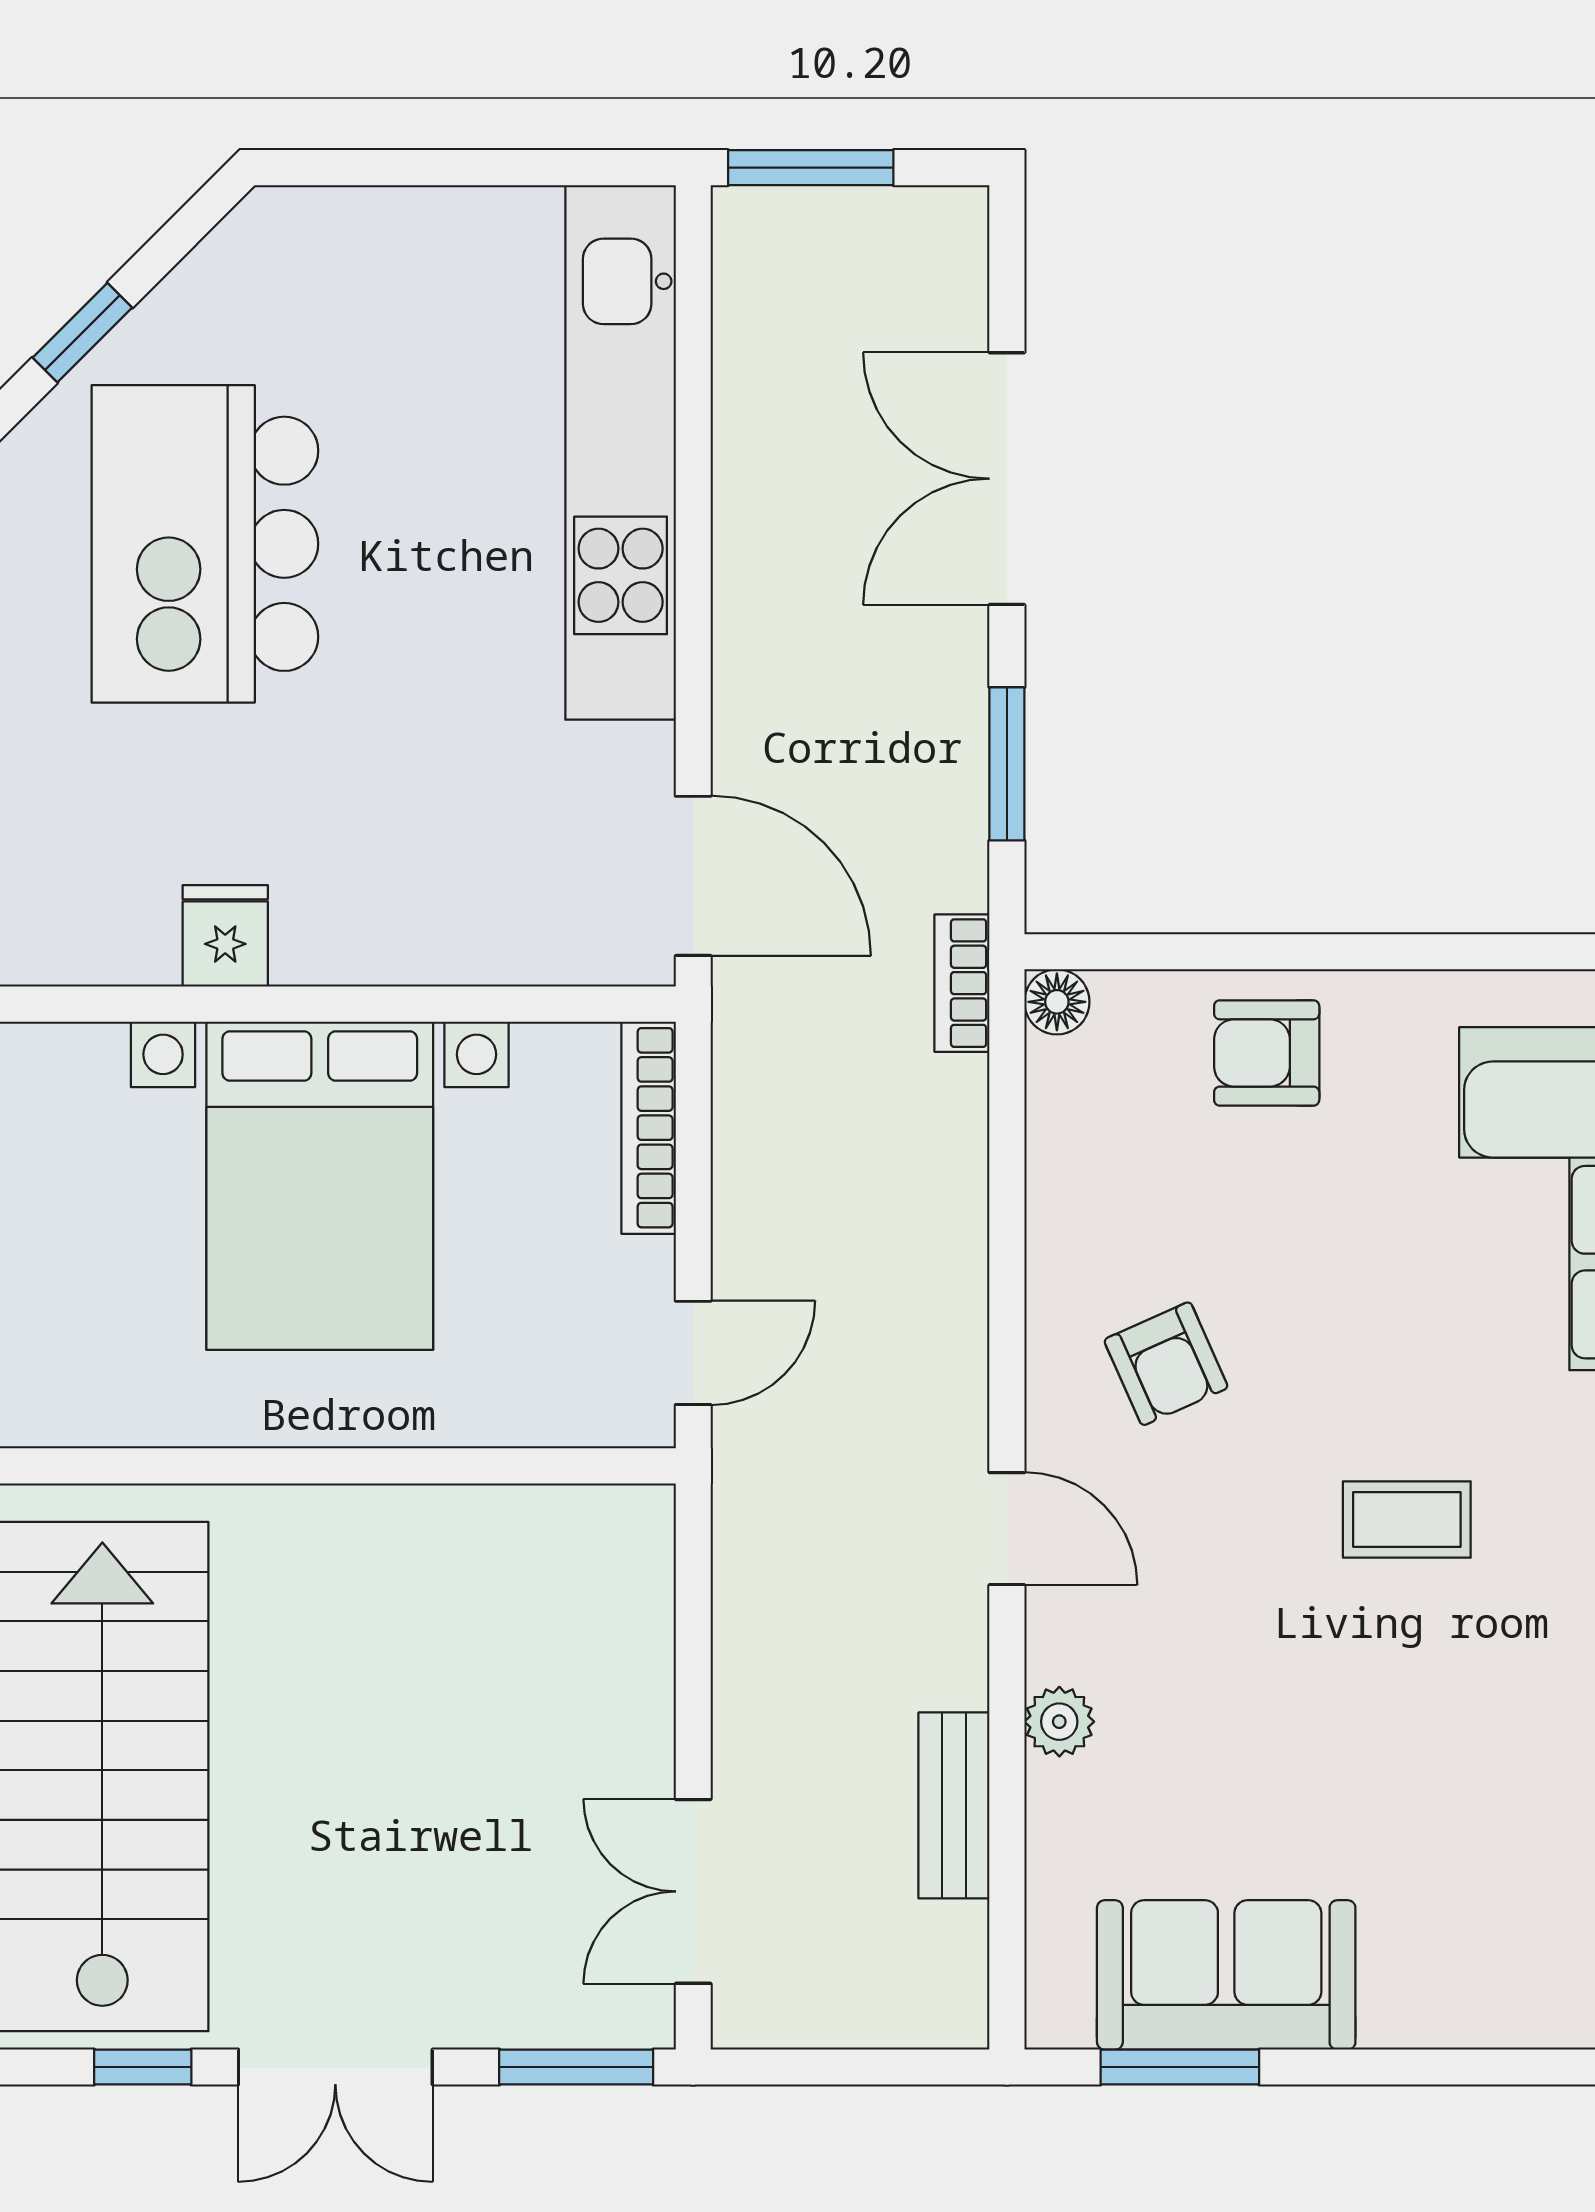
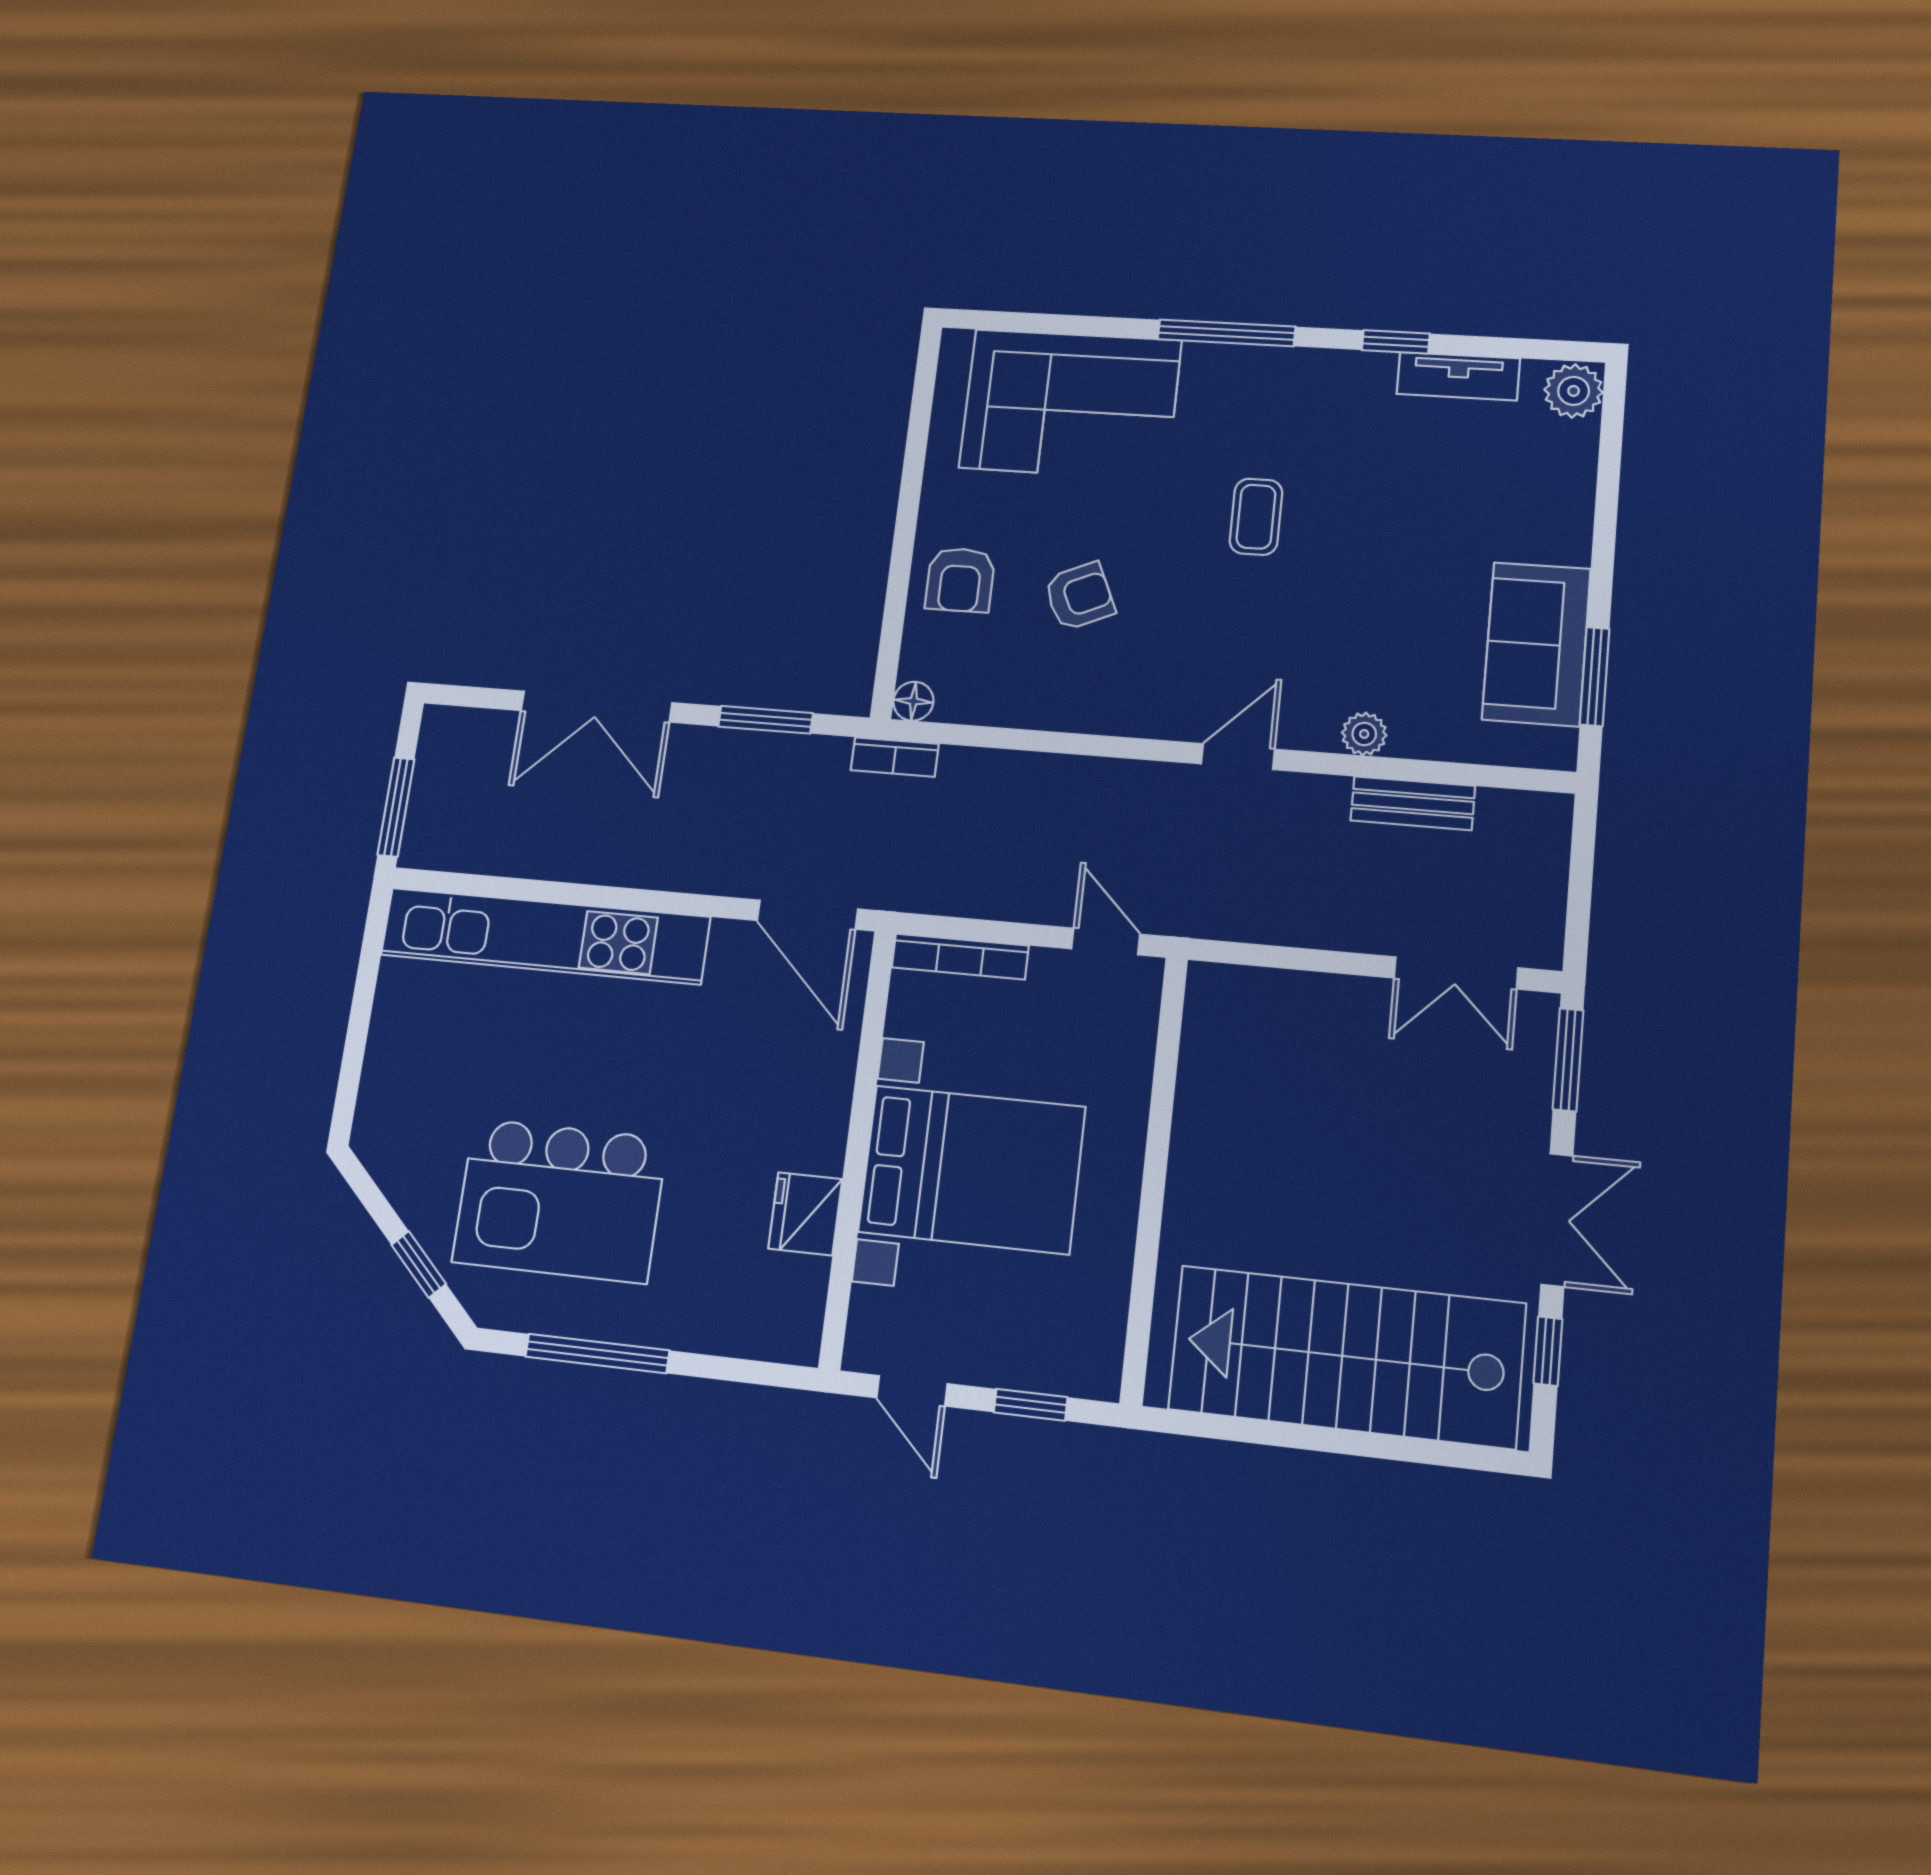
door: (693, 876) -> (807, 915), swing flipped
fridge: (225, 936) -> (805, 1214), width x1.38
armchair: (1166, 1364) -> (1079, 596), moved

